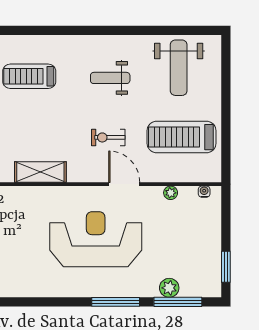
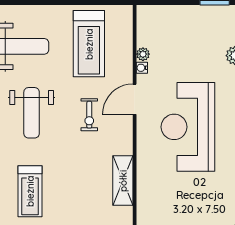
weight bench: (110, 78) -> (32, 113), width x1.36, depth x1.33
water cooler: (204, 192) -> (142, 68), moved

